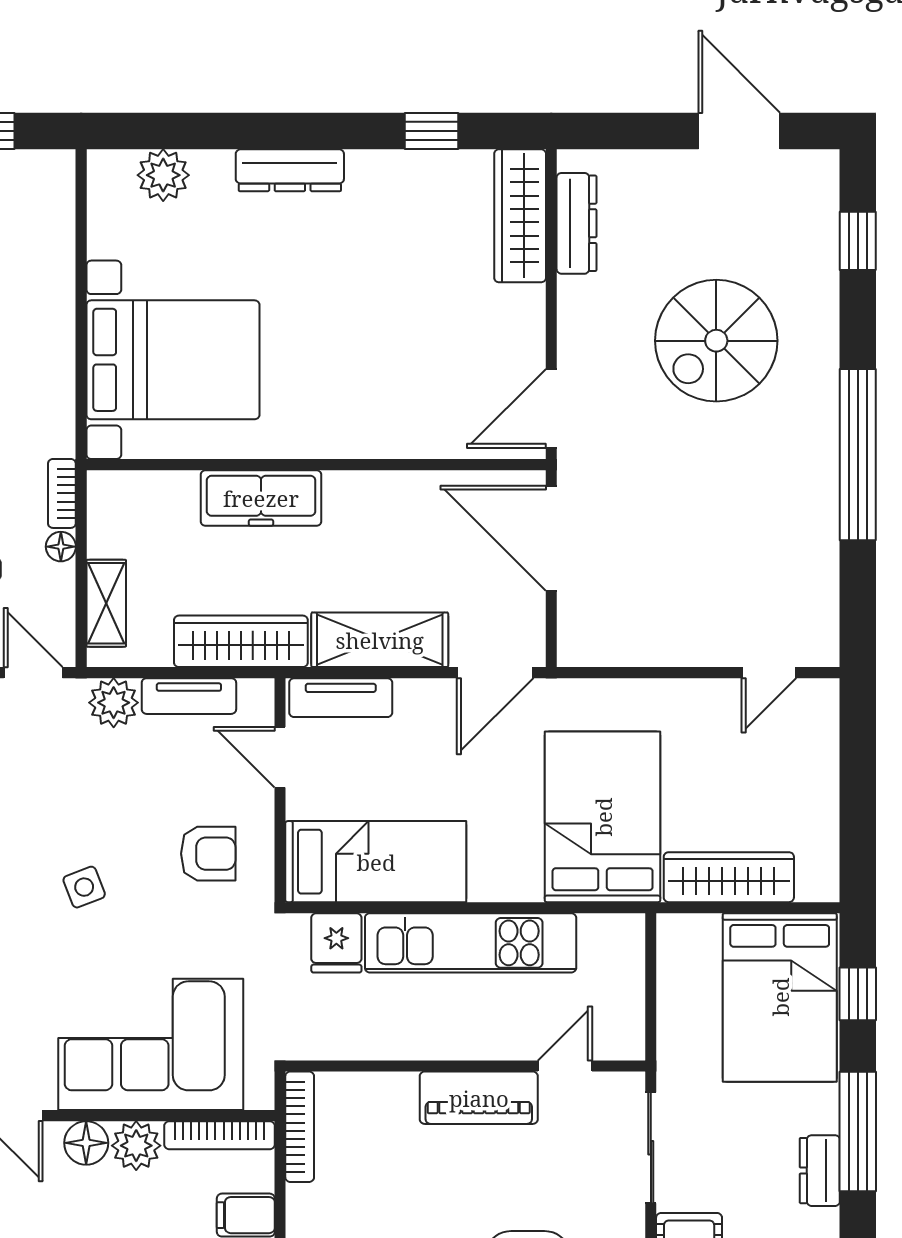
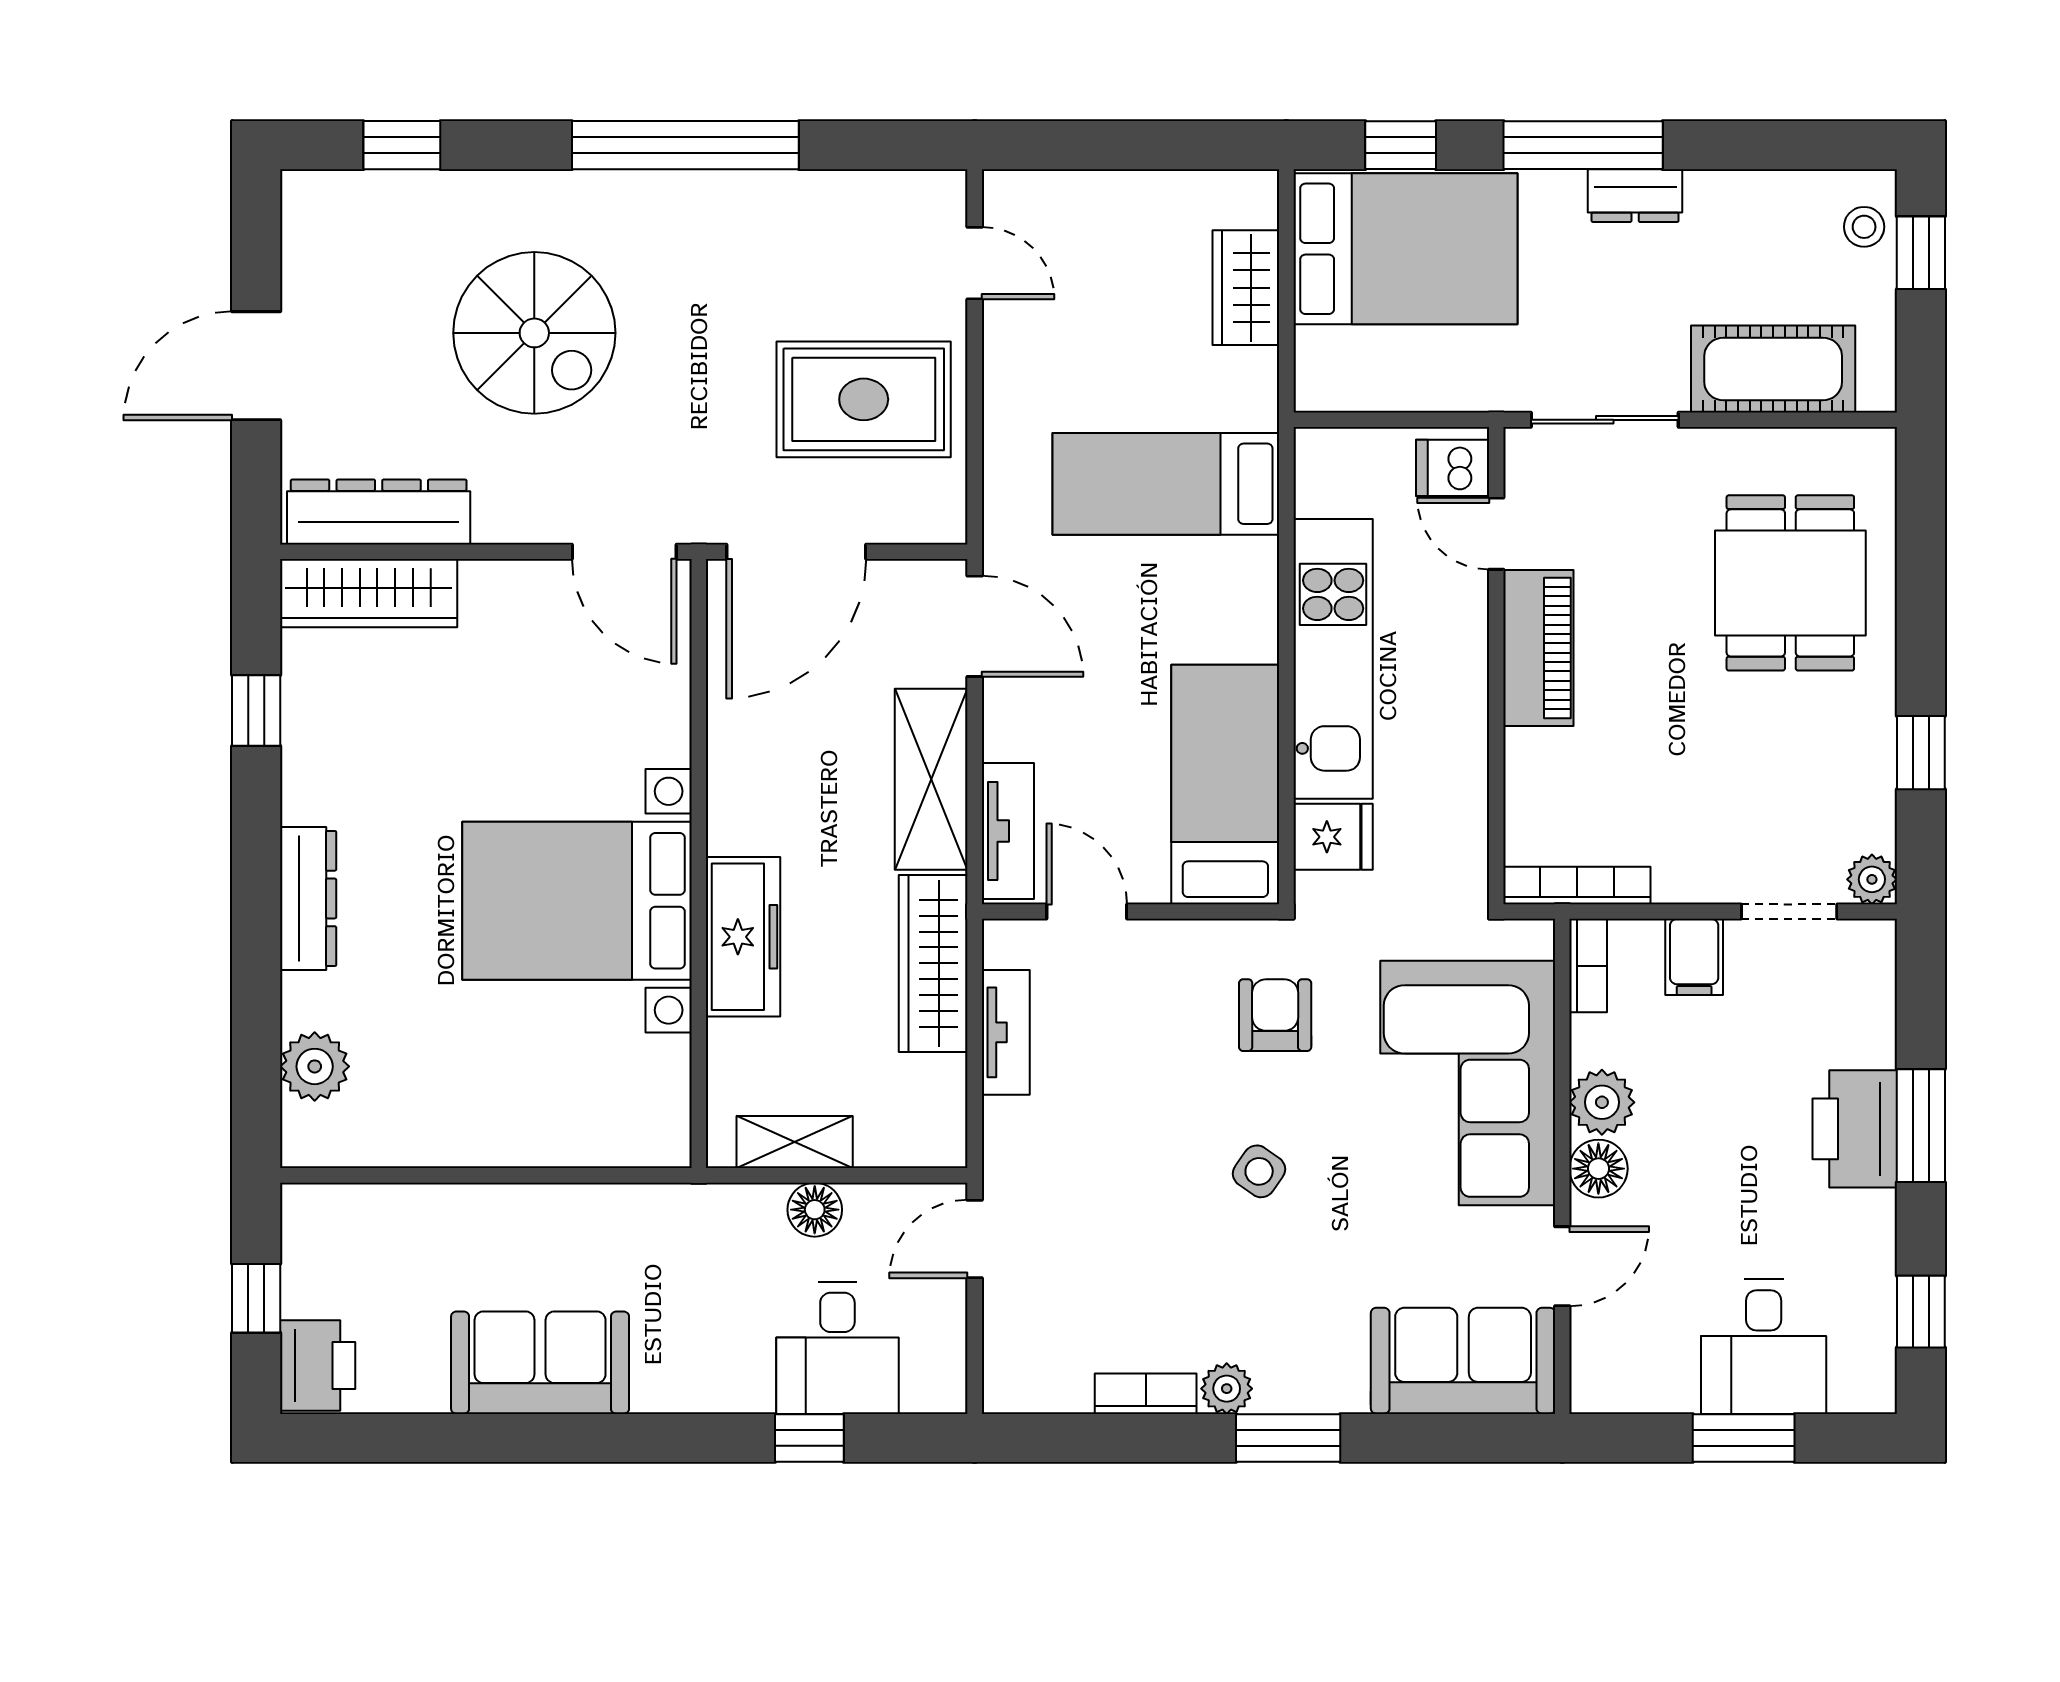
door: (739, 131) -> (256, 366), moved
dresser: (577, 223) -> (379, 512), width x1.37, depth x1.24
bed with nightstands: (173, 360) -> (577, 901), moved, turned -90
bookcase: (62, 493) -> (737, 1201), removed
floor lamp: (61, 547) -> (815, 1210), width x1.37, depth x1.37
rug: (666, 589) -> (864, 399), added
shelving: (106, 603) -> (795, 1142), moved
plant: (114, 703) -> (1014, 1132), removed
door: (280, 757) -> (1087, 912), swing flipped
bed: (603, 817) -> (1166, 484), width x0.67
armchair: (208, 854) -> (1275, 1015), moved
wardrobe: (729, 877) -> (1246, 288), width x0.67
side table: (84, 887) -> (1259, 1171), turned -34
dishwasher: (615, 1033) -> (1453, 468), added
bookcase: (219, 1135) -> (1588, 966), width x0.64

